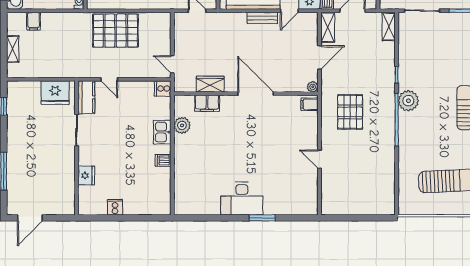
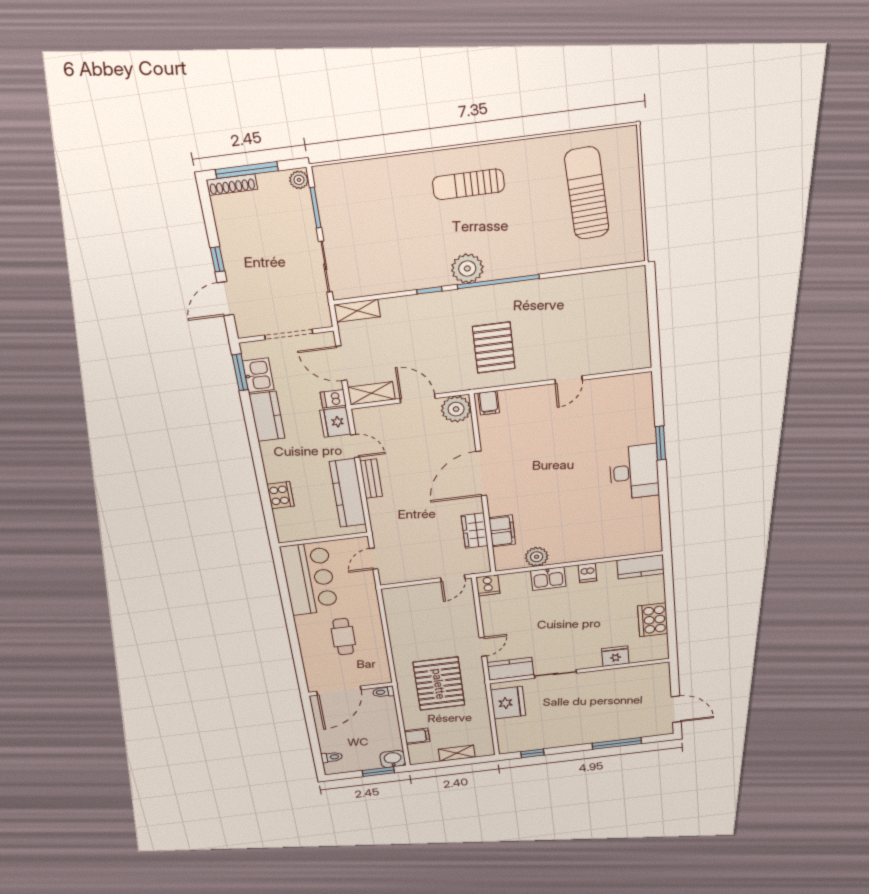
pallet: (115, 31) -> (439, 684), moved
plant: (313, 87) -> (456, 409), width x1.88, depth x1.88
pallet: (350, 112) -> (494, 348), turned 90
kitchen counter: (163, 199) -> (641, 567), added
cooker: (115, 207) -> (653, 620), width x1.87, depth x1.31

